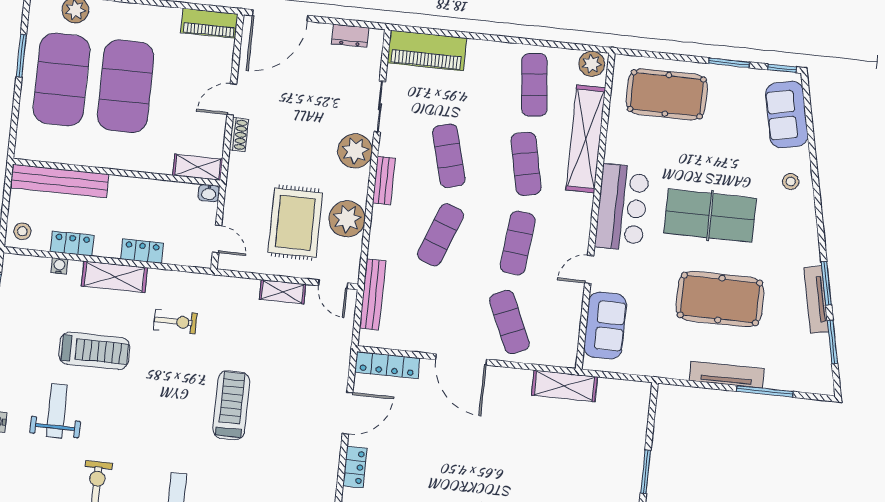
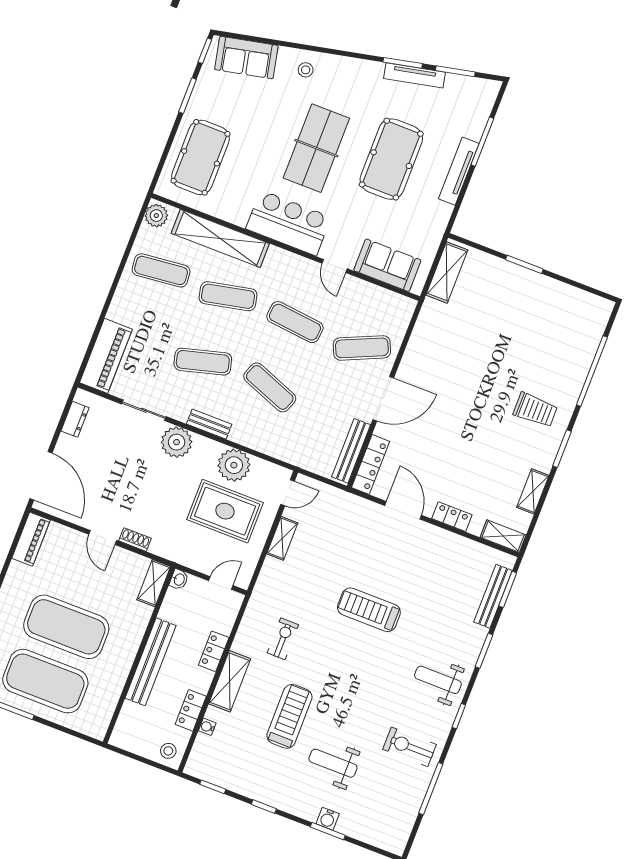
bench: (60, 181) -> (151, 662), moved
bench: (373, 294) -> (351, 451), moved, turned 90
shelving: (564, 386) -> (447, 272), moved

